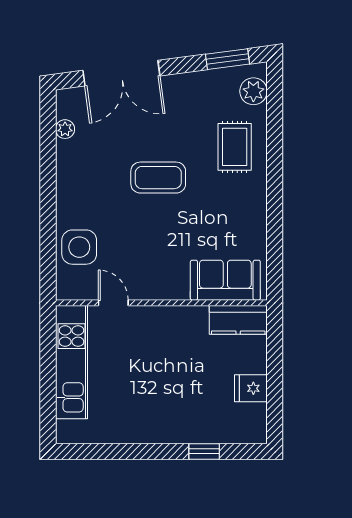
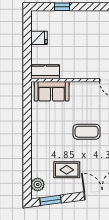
rug: (235, 147) -> (67, 170), moved, turned 90
coffee table: (158, 178) -> (87, 132), moved

